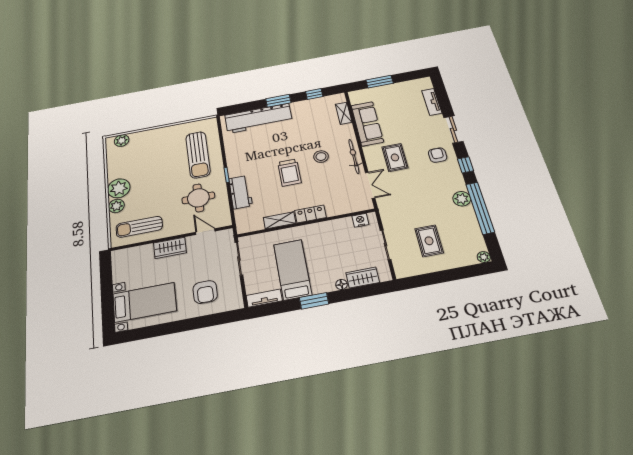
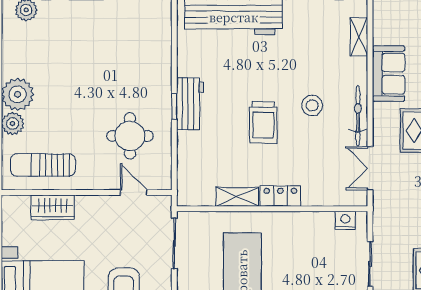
sofa: (367, 124) -> (389, 74), width x0.73
sun lounger: (198, 155) -> (137, 62), removed
double door: (370, 185) -> (370, 168), swing flipped
workbench: (241, 192) -> (190, 104), moved
wardrobe: (170, 248) -> (53, 207), moved

